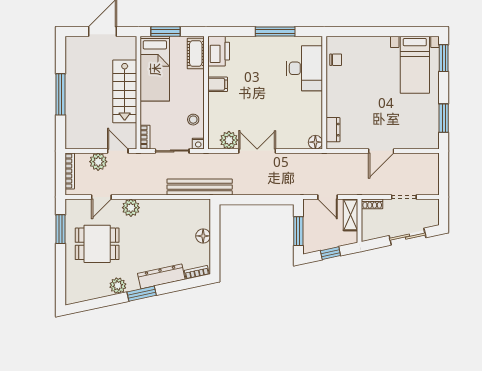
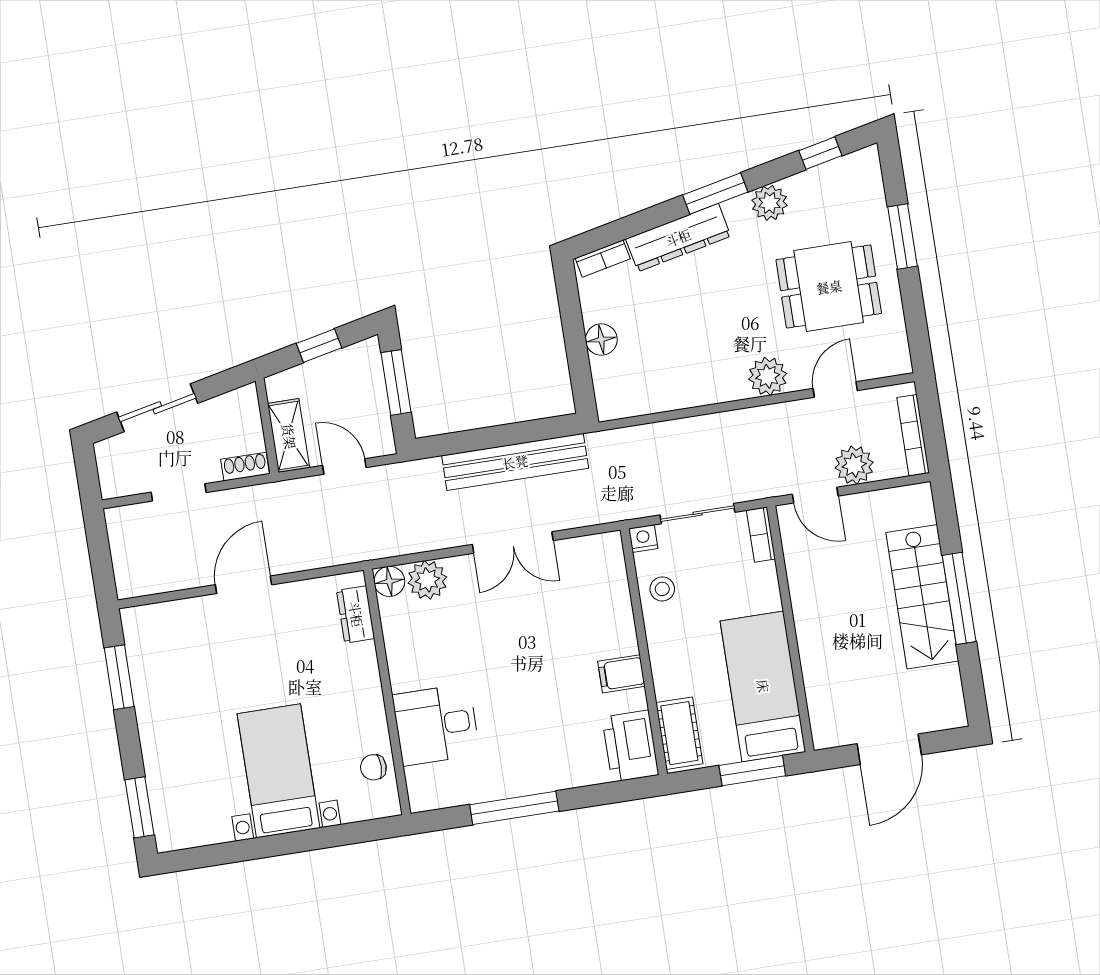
bed with nightstands: (415, 65) -> (279, 771), moved
desk: (304, 68) -> (436, 725), width x0.73
stairs: (125, 91) -> (922, 597), moved, turned 180
plant: (229, 140) -> (427, 580), moved
bench: (200, 187) -> (515, 462), moved
window: (60, 229) -> (902, 236), moved
window: (91, 304) -> (820, 153), added

